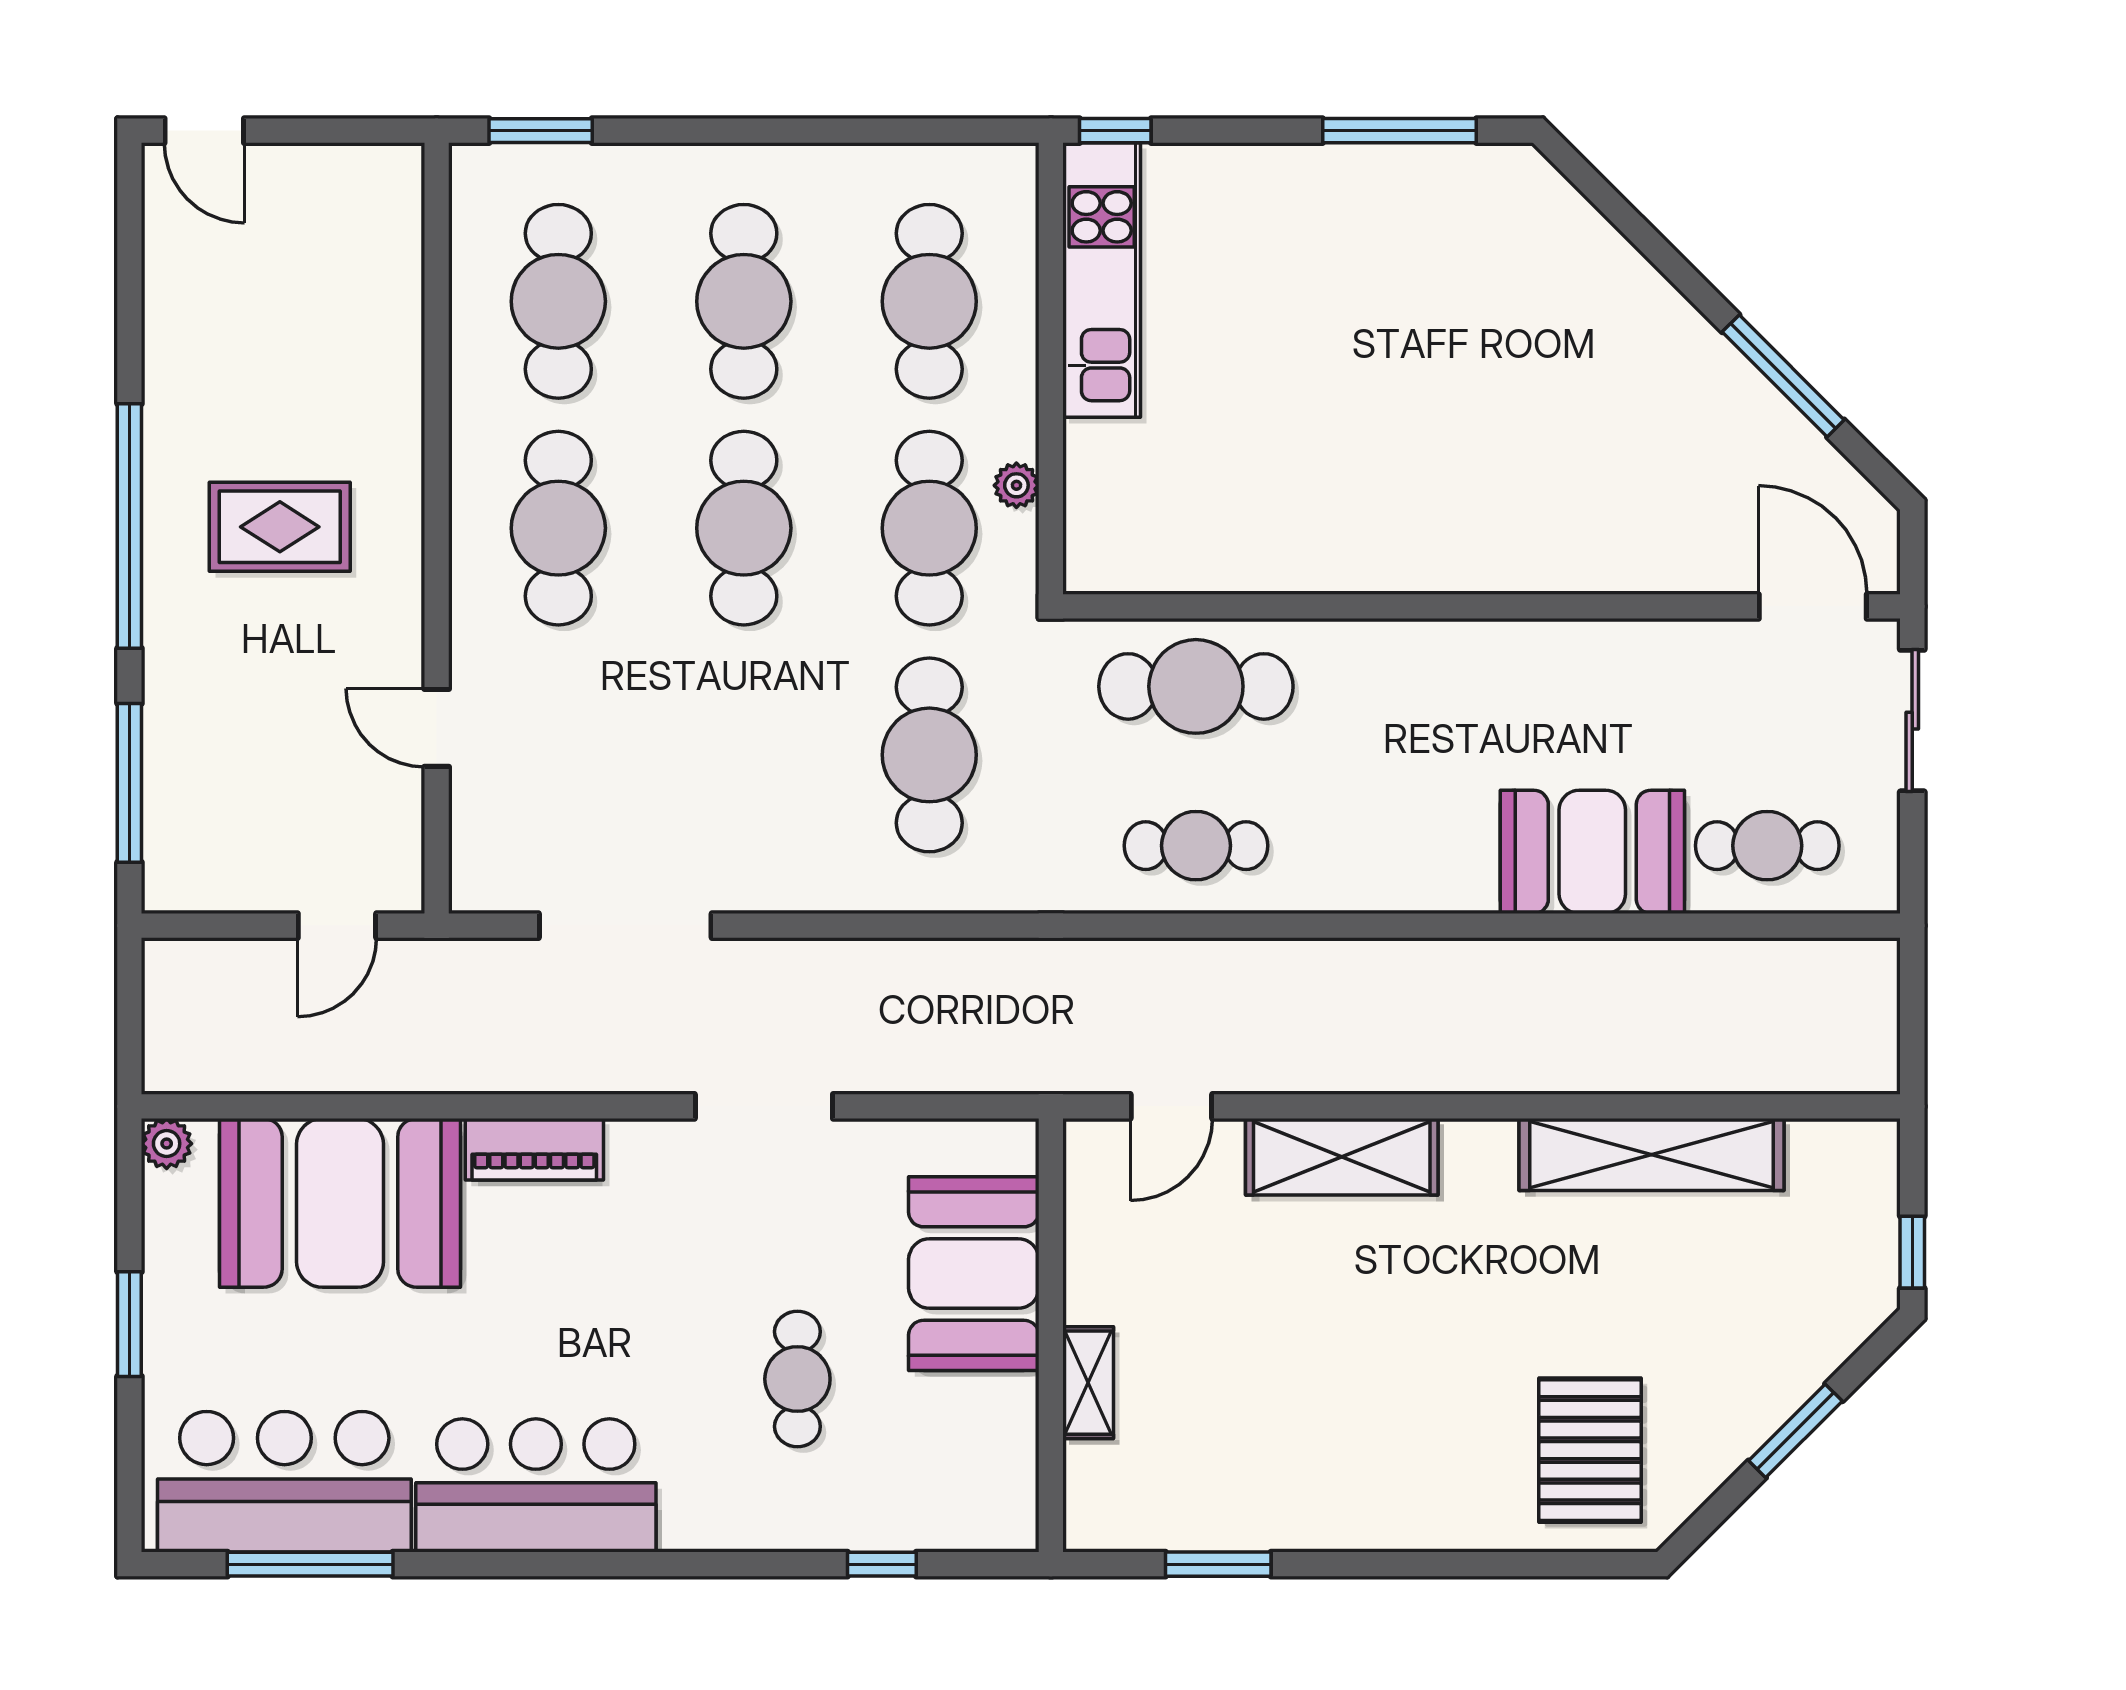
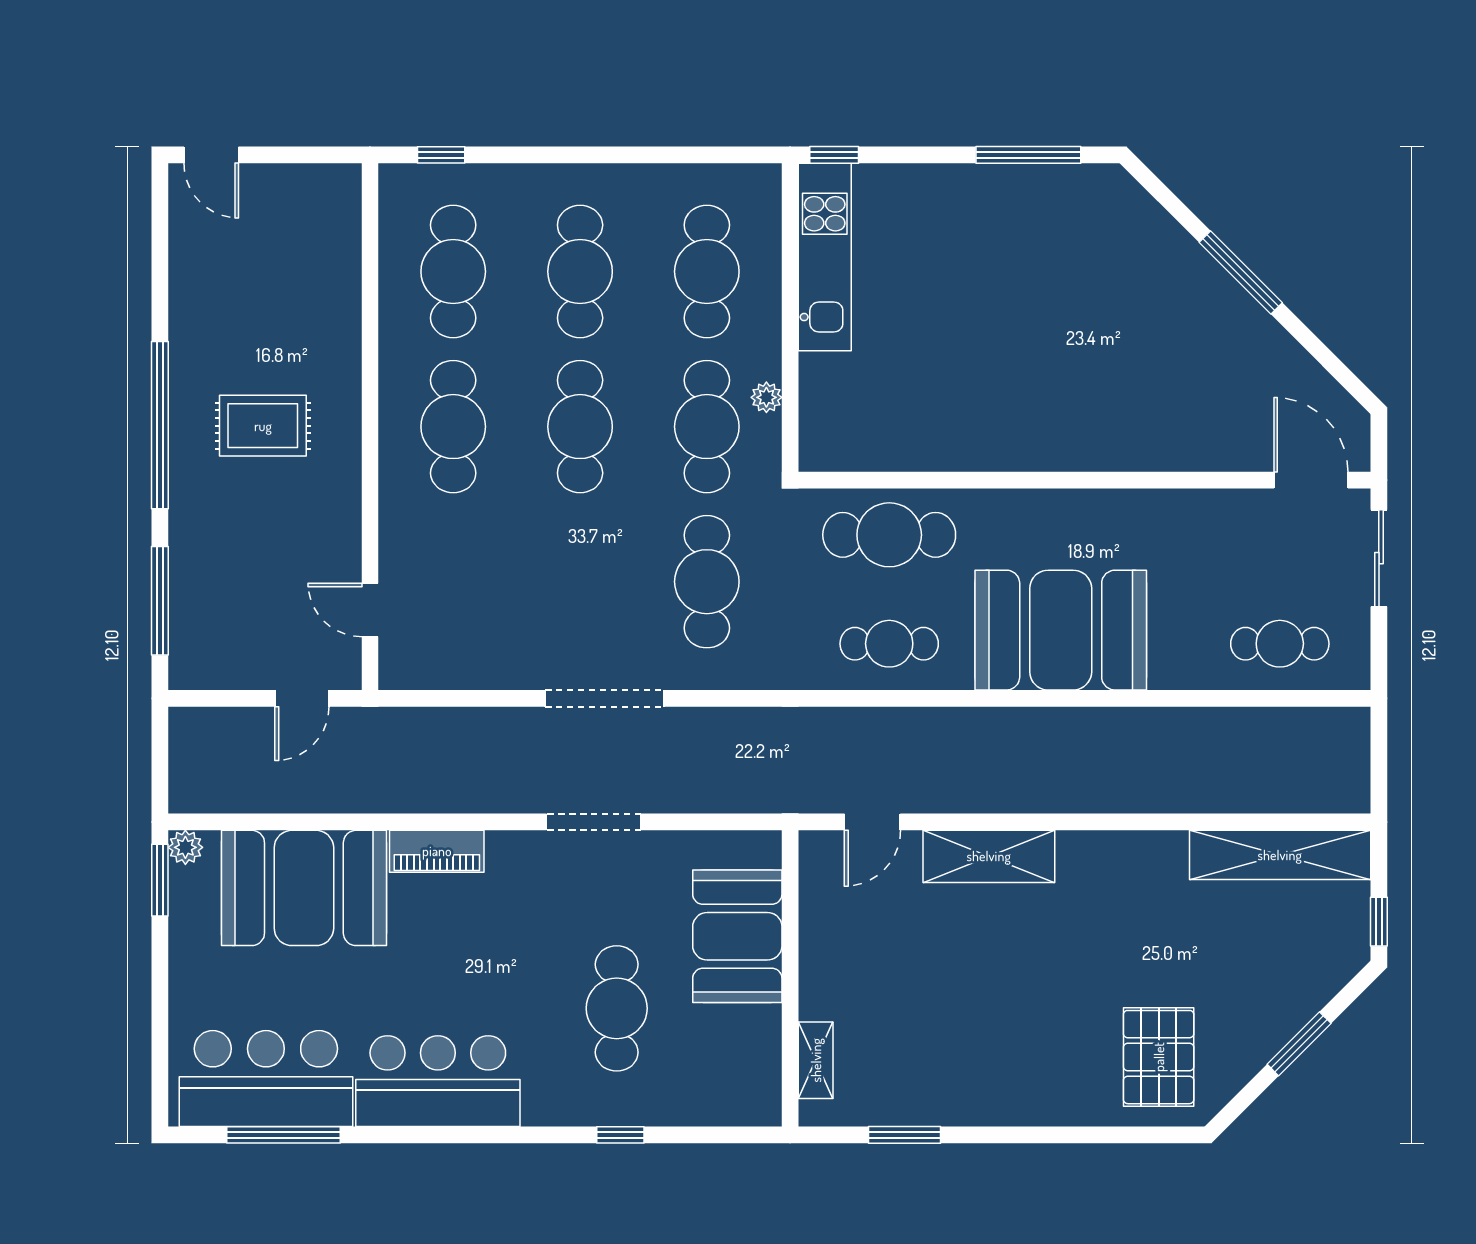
window: (541, 131) -> (441, 155), width x0.67
window: (1783, 376) -> (1241, 272), moved
door: (437, 728) -> (370, 610), moved
booth: (1592, 852) -> (1061, 630), moved, width x1.36, depth x1.42
doorway: (625, 926) -> (605, 698), moved
shelving: (1651, 1155) -> (1280, 855), moved
window: (129, 1324) -> (160, 880), moved
cafe table: (797, 1379) -> (617, 1008), width x1.37, depth x1.35
shelving: (1088, 1383) -> (816, 1060), moved
window: (882, 1564) -> (620, 1135), moved

